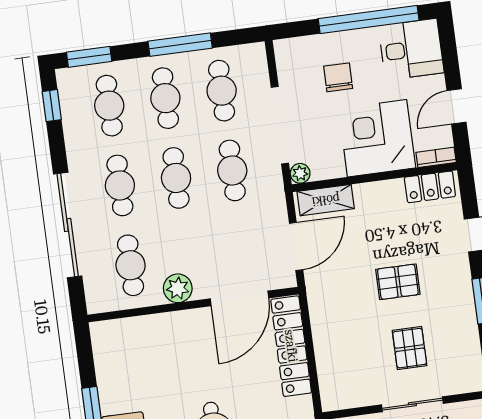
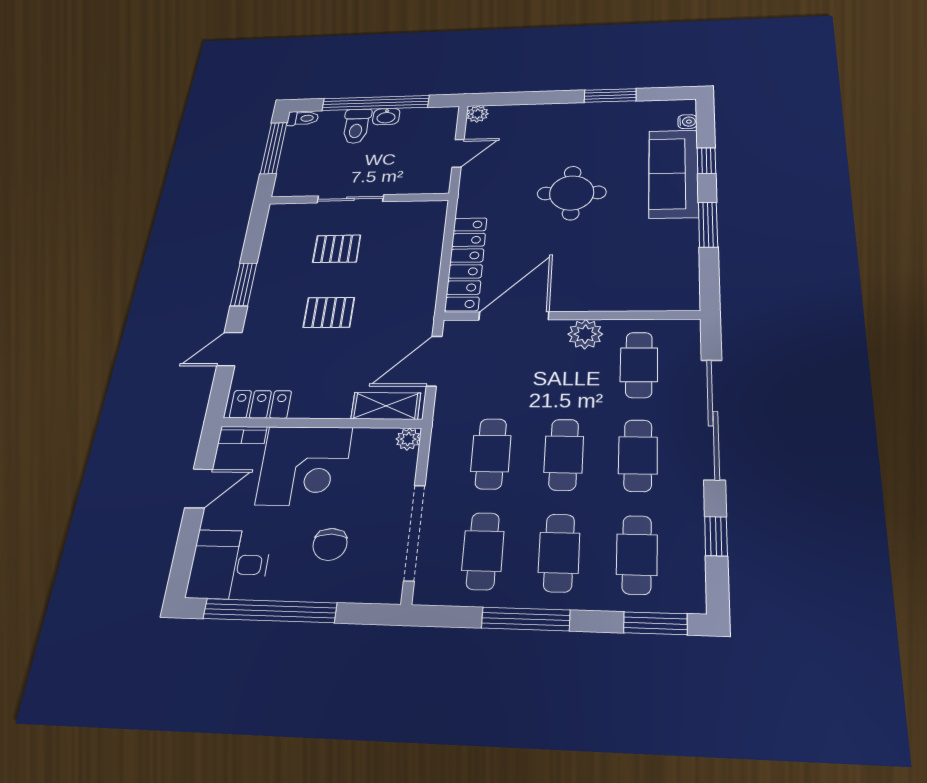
window: (52, 106) -> (716, 536), moved
doorway: (280, 125) -> (414, 532), moved
pallet: (410, 348) -> (337, 249), turned 90

